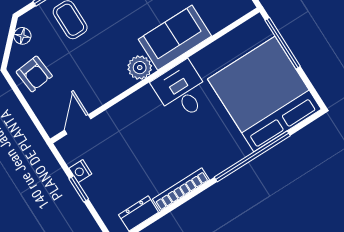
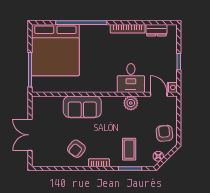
plant: (140, 68) -> (131, 103), moved
desk: (182, 91) -> (131, 78), moved
door: (78, 124) -> (159, 94), swing flipped
nightstand: (80, 171) -> (172, 87), moved

